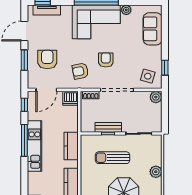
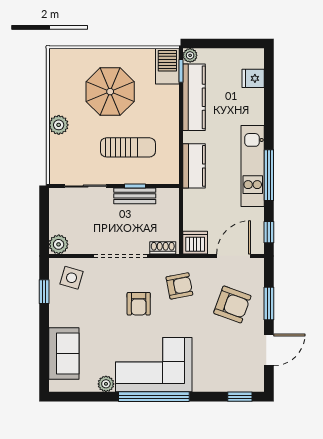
tv unit: (47, 10) -> (233, 384), removed
armchair: (47, 59) -> (232, 304), turned -70

